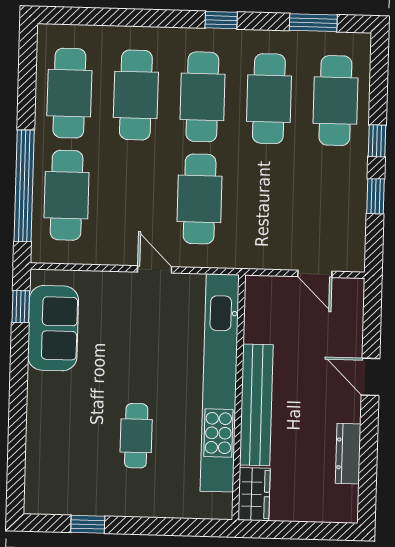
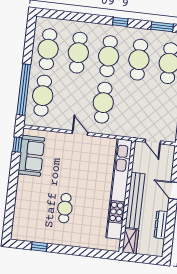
kitchen unit: (220, 383) -> (119, 189), moved
wall: (239, 397) -> (127, 196), moved
bench: (256, 405) -> (135, 200), moved
wardrobe: (254, 494) -> (130, 241), moved

